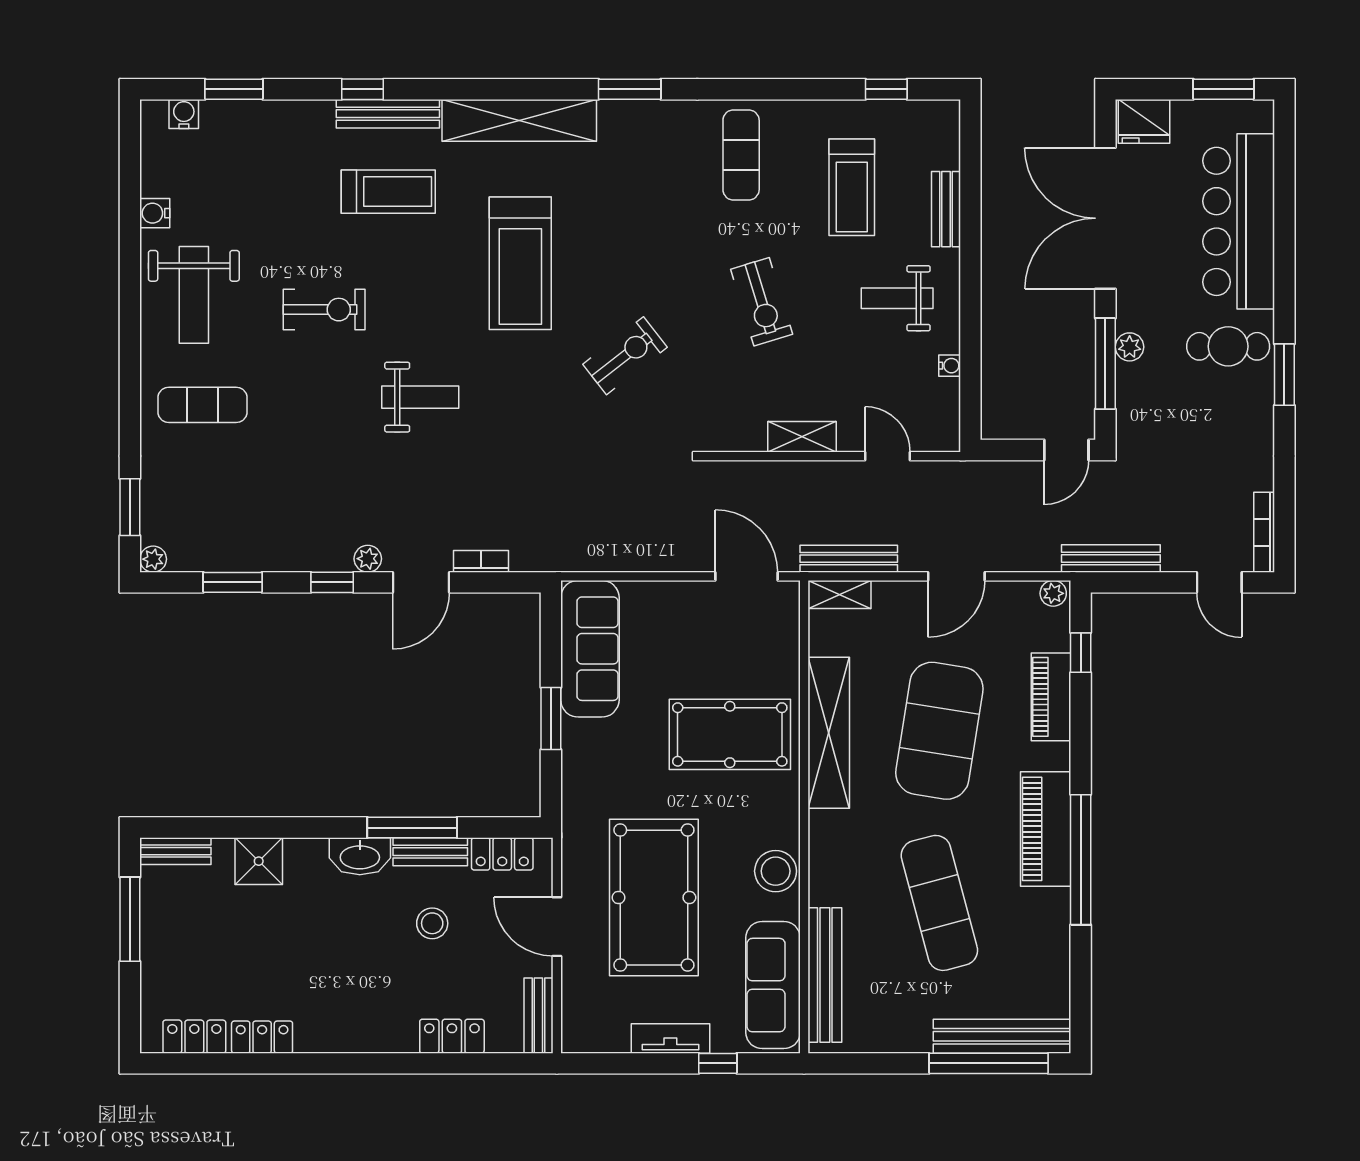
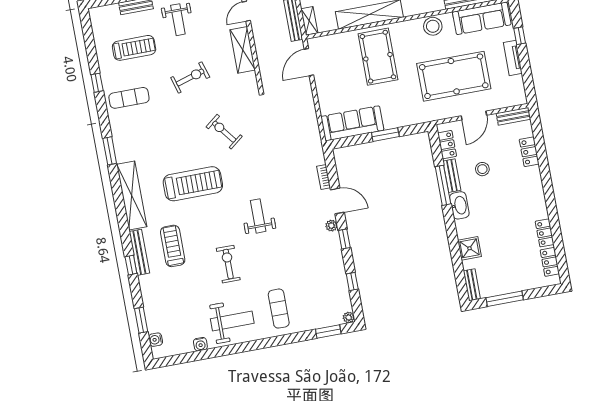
window: (886, 89) -> (97, 83), moved
shelving: (802, 437) -> (243, 50), width x1.50, depth x1.33
window: (233, 582) -> (352, 282), width x0.67

